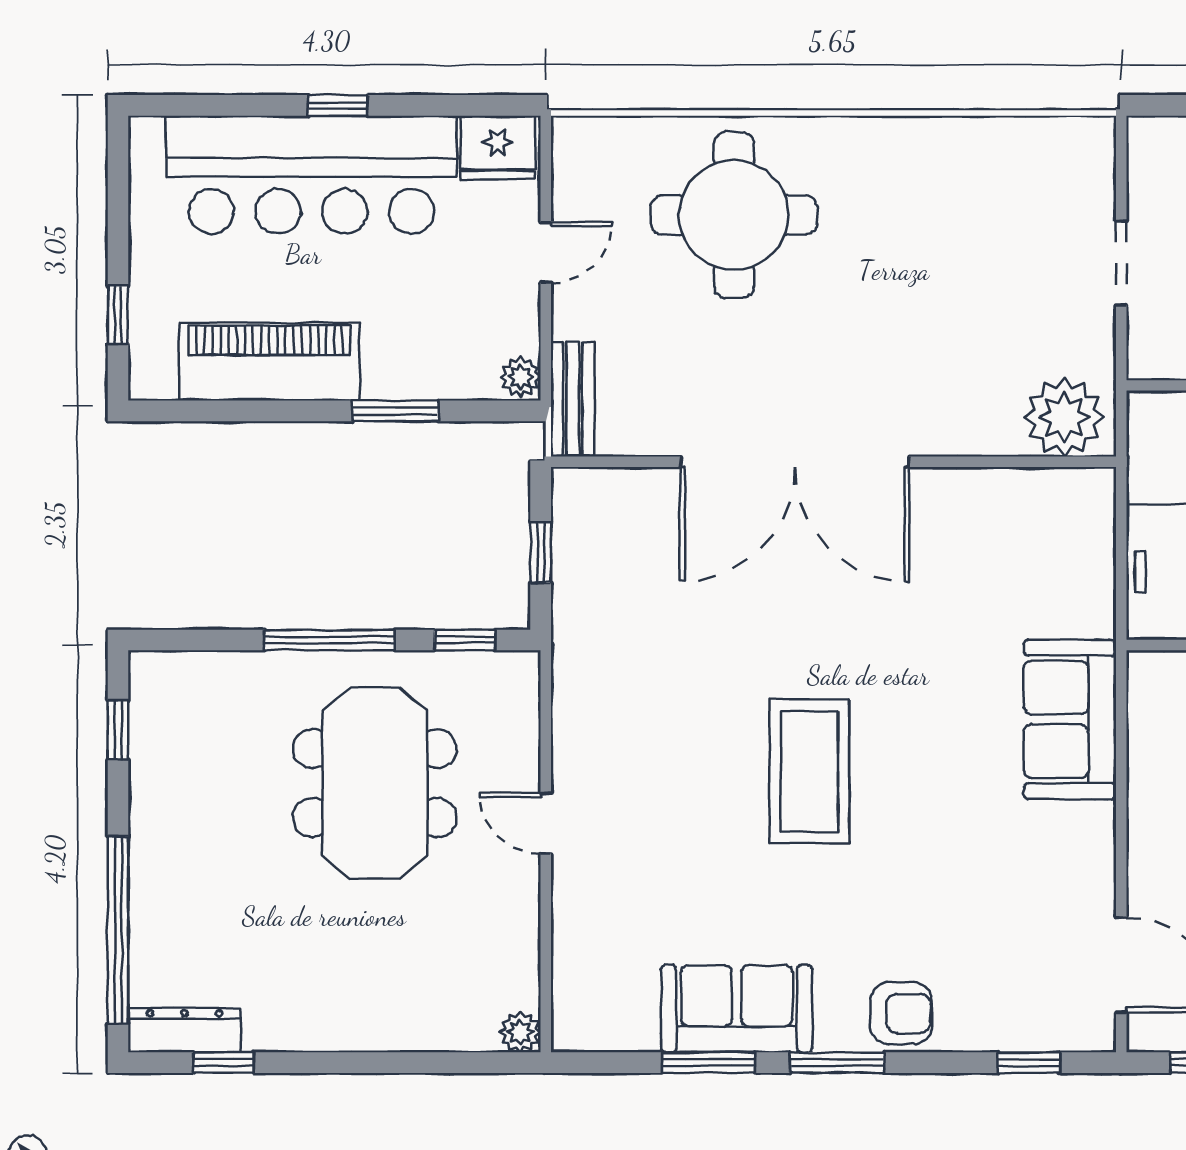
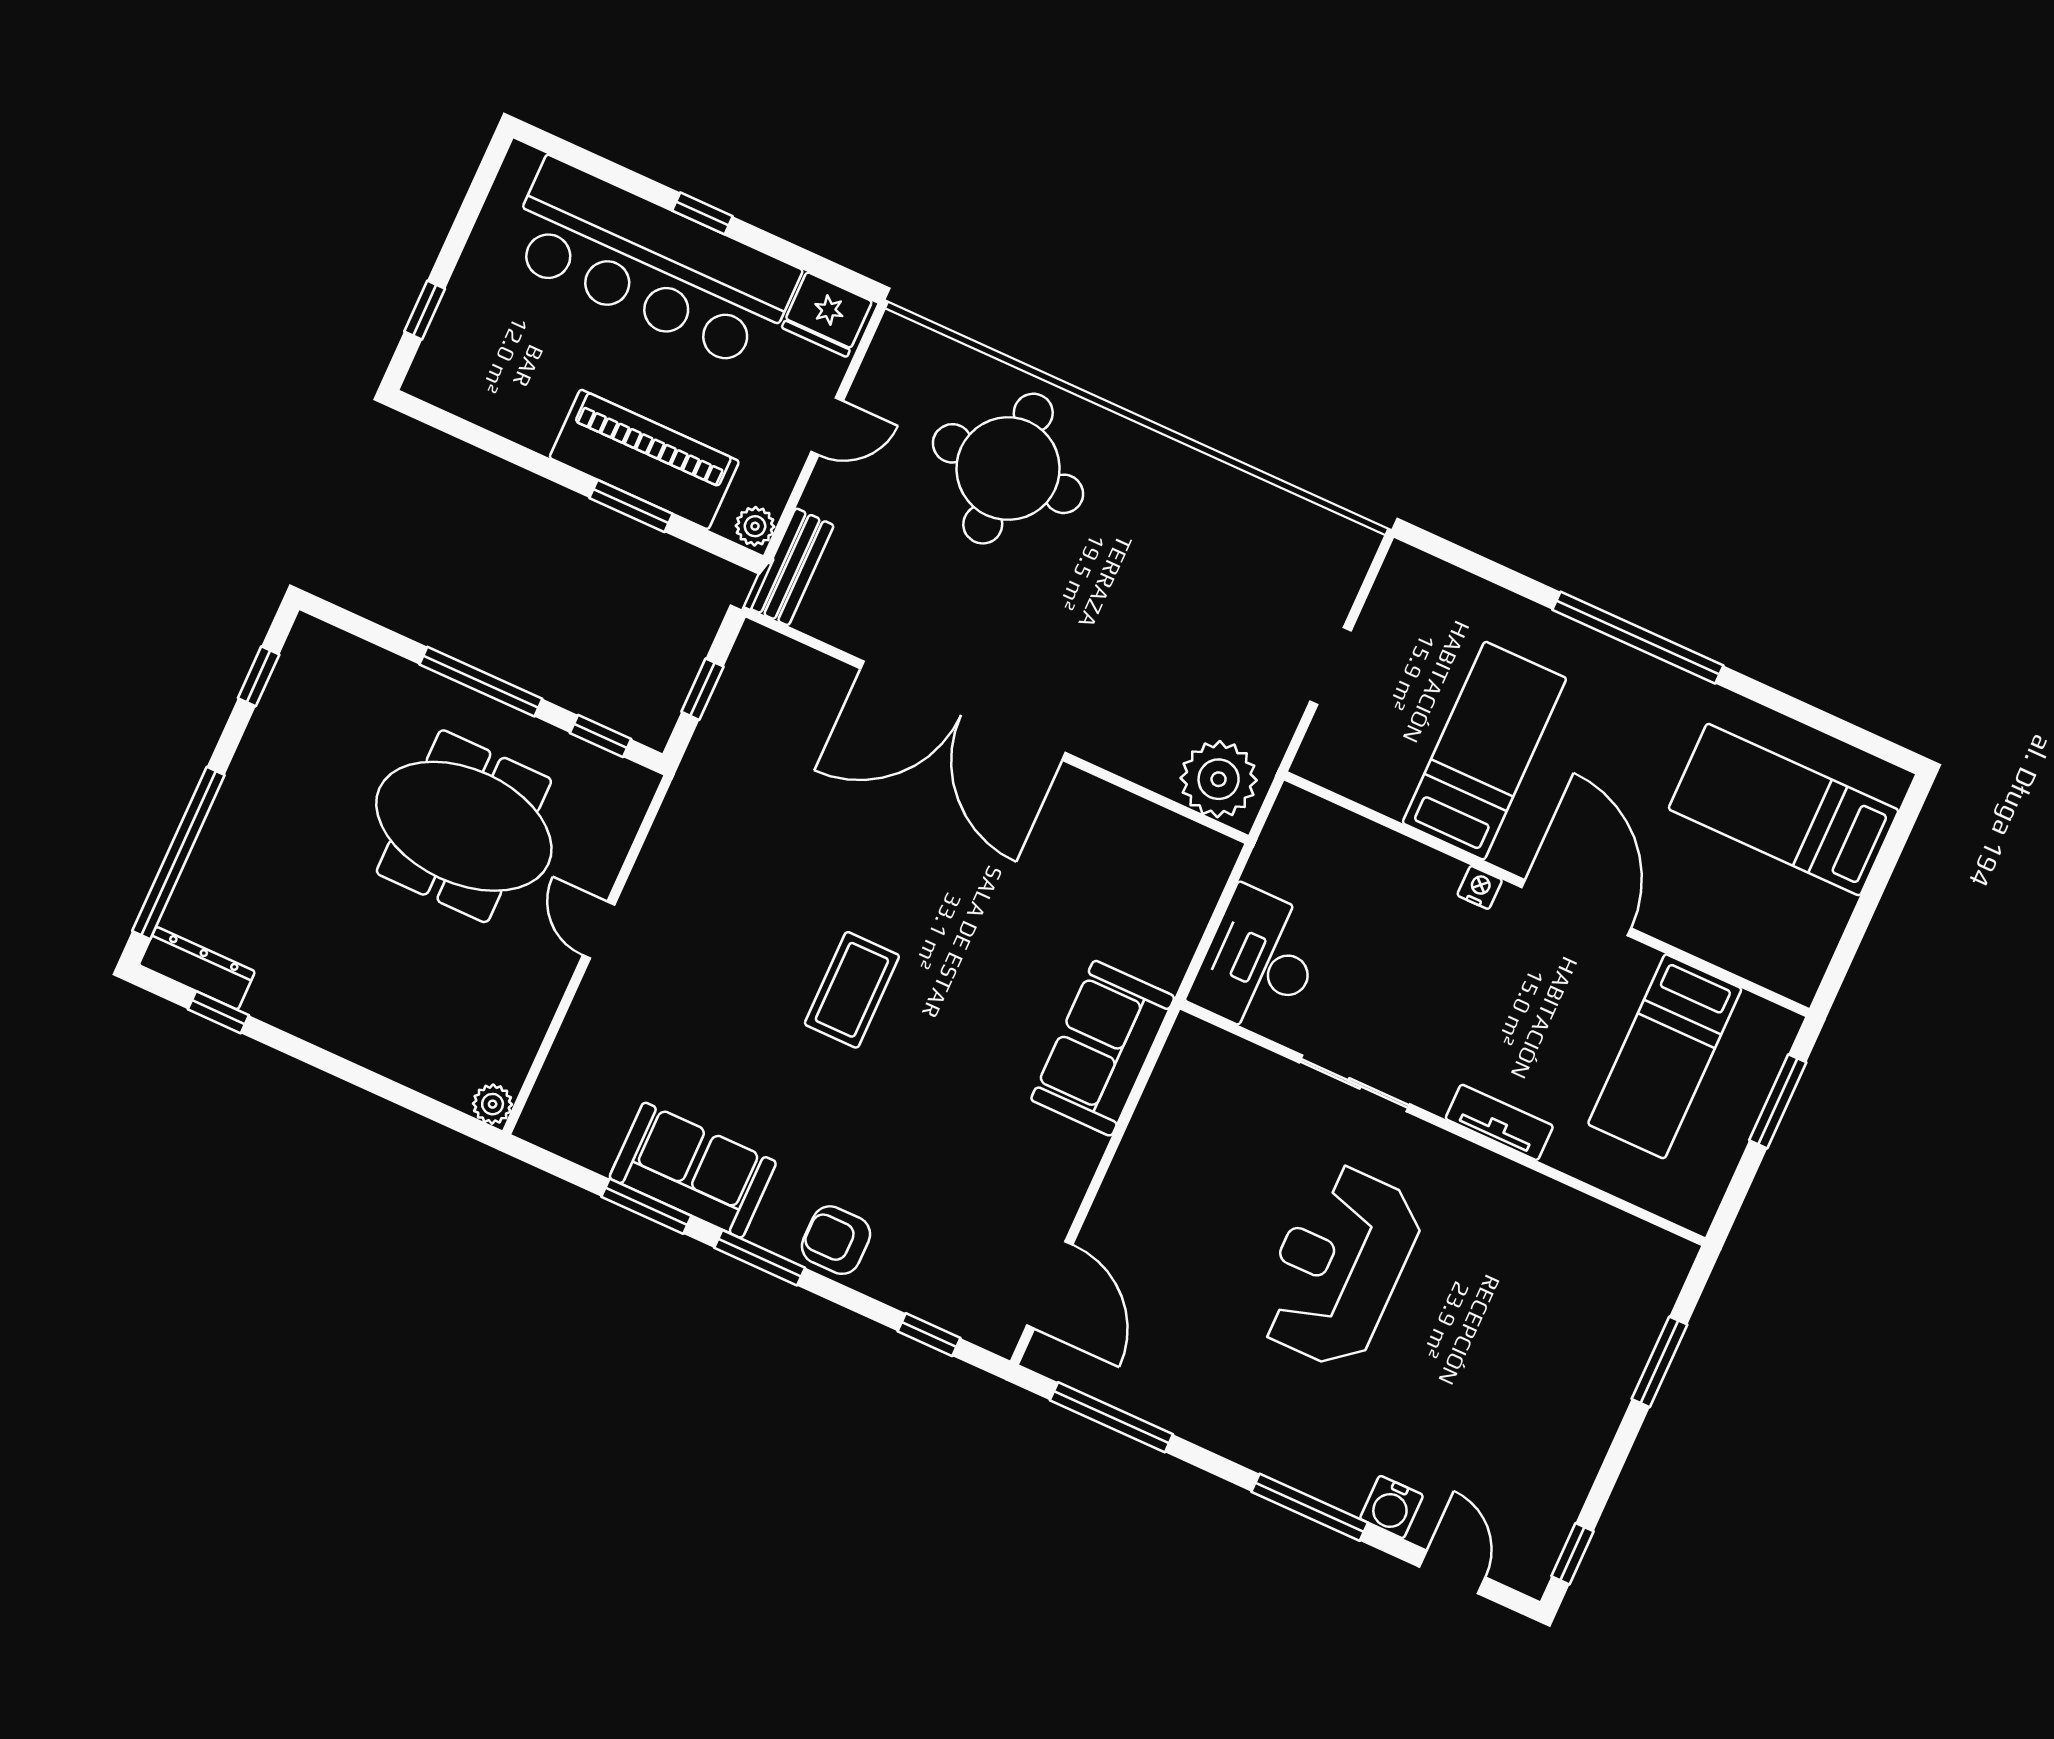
piano: (269, 361) -> (644, 459), moved
coffee table: (809, 771) -> (852, 990), width x0.73, depth x0.76
meeting table: (375, 783) -> (464, 826), turned 90
armchair: (901, 1013) -> (836, 1240), turned 180

